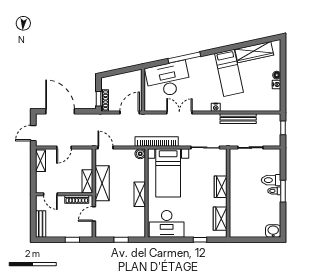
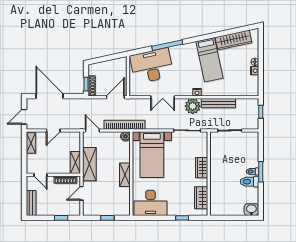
double door: (179, 112) -> (163, 97), swing flipped
plant: (211, 122) -> (193, 106), added
bookcase: (157, 141) -> (124, 125), moved
toilet: (271, 180) -> (249, 182), moved

